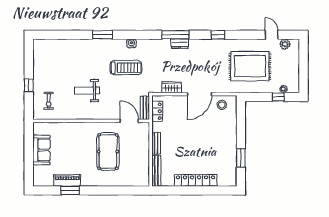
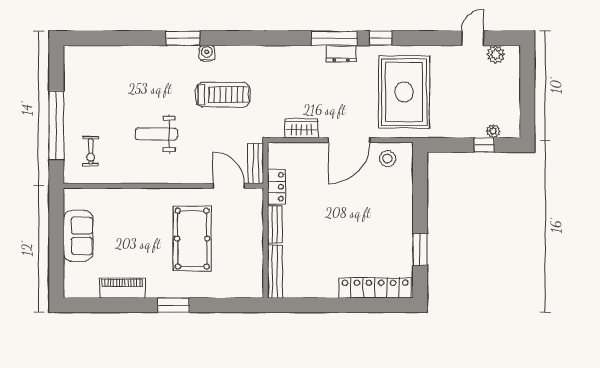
window: (175, 35) -> (334, 38), moved
door: (272, 35) -> (473, 38), hinge flipped
water cooler: (131, 43) -> (207, 53), moved
dresser: (180, 44) -> (341, 54), moved
rug: (250, 66) -> (404, 92), moved, turned 90
window: (29, 85) -> (56, 125), width x3.17
locker: (157, 111) -> (276, 187), moved
locker: (196, 180) -> (375, 288), moved
window: (70, 190) -> (174, 305), moved

